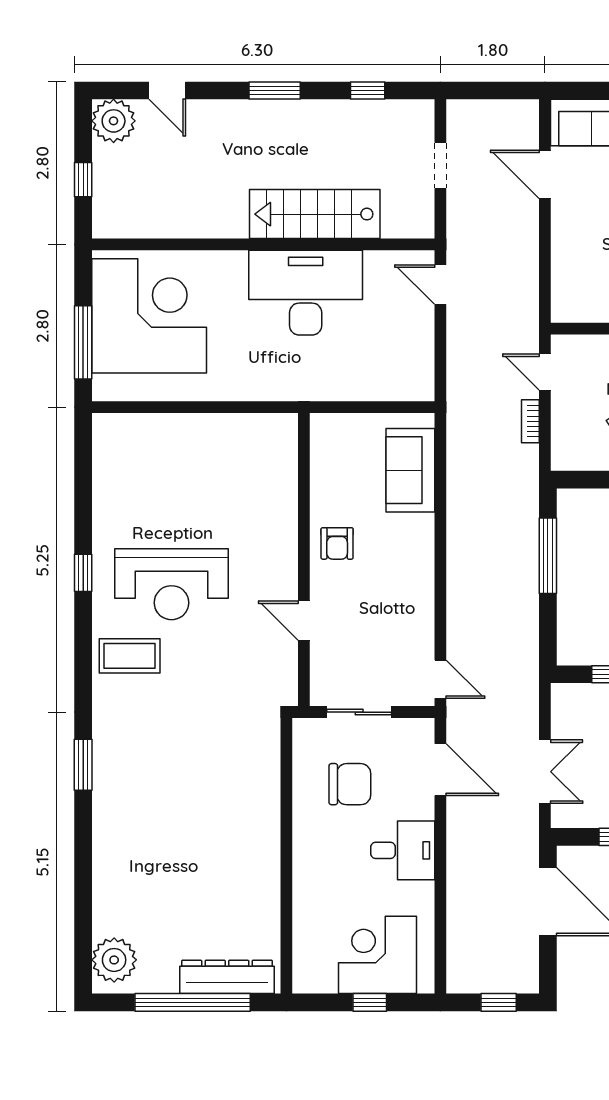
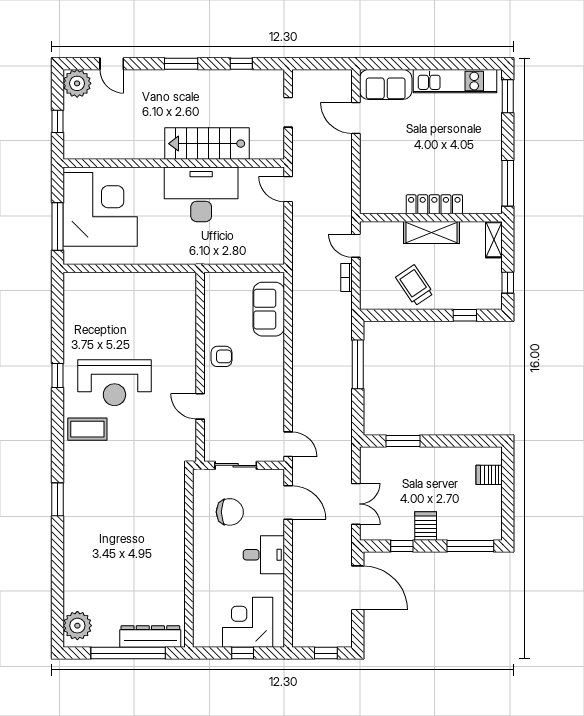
armchair: (337, 543) -> (221, 356), turned -90

